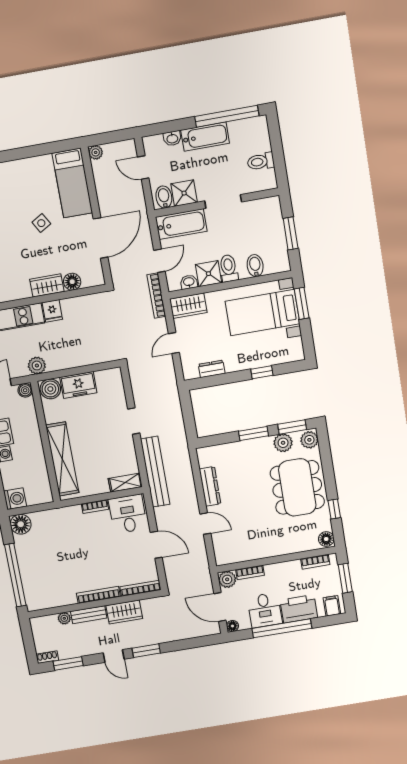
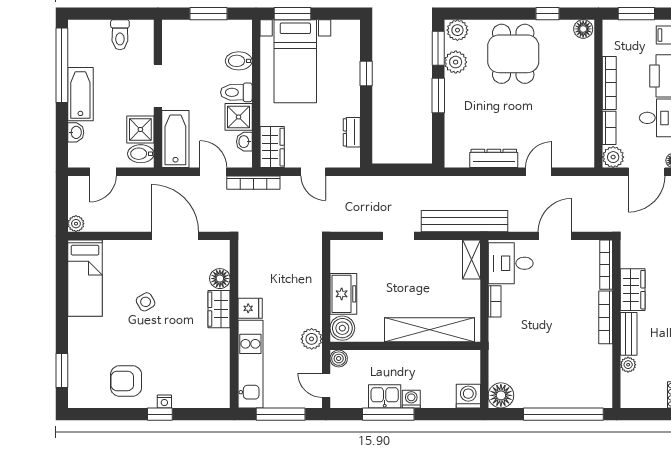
bed: (72, 183) -> (85, 278), moved, turned 90
dining table: (297, 487) -> (513, 54), width x0.73
bookcase: (315, 562) -> (609, 83), moved, width x1.56

